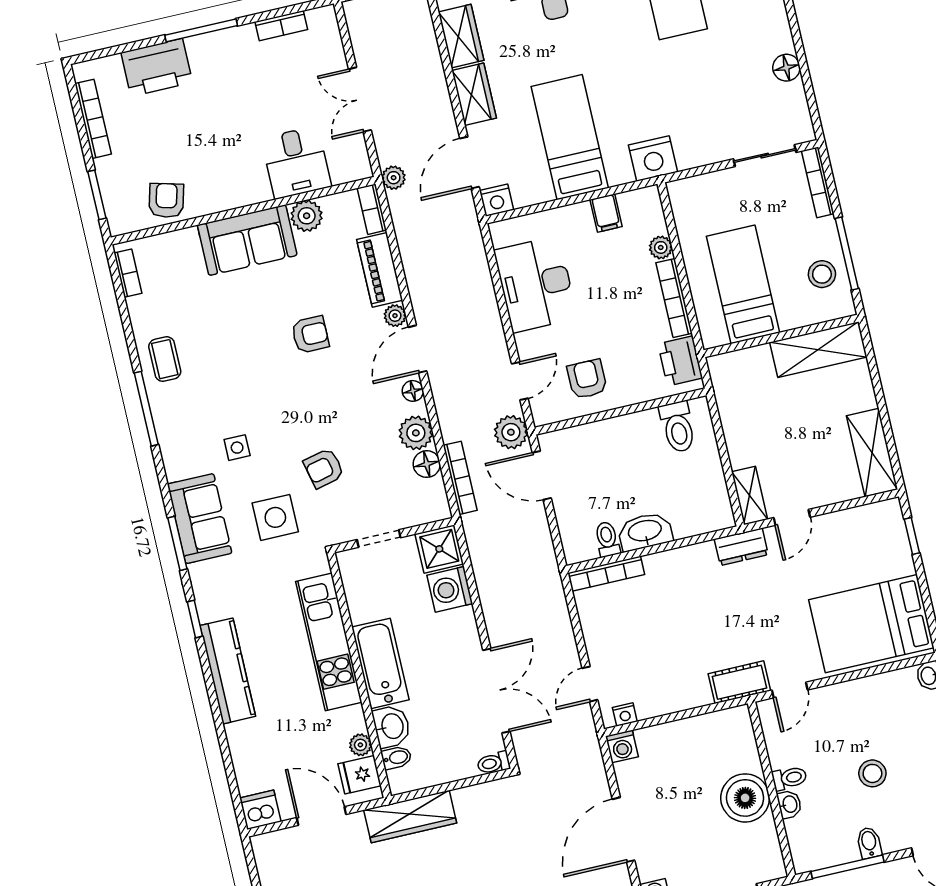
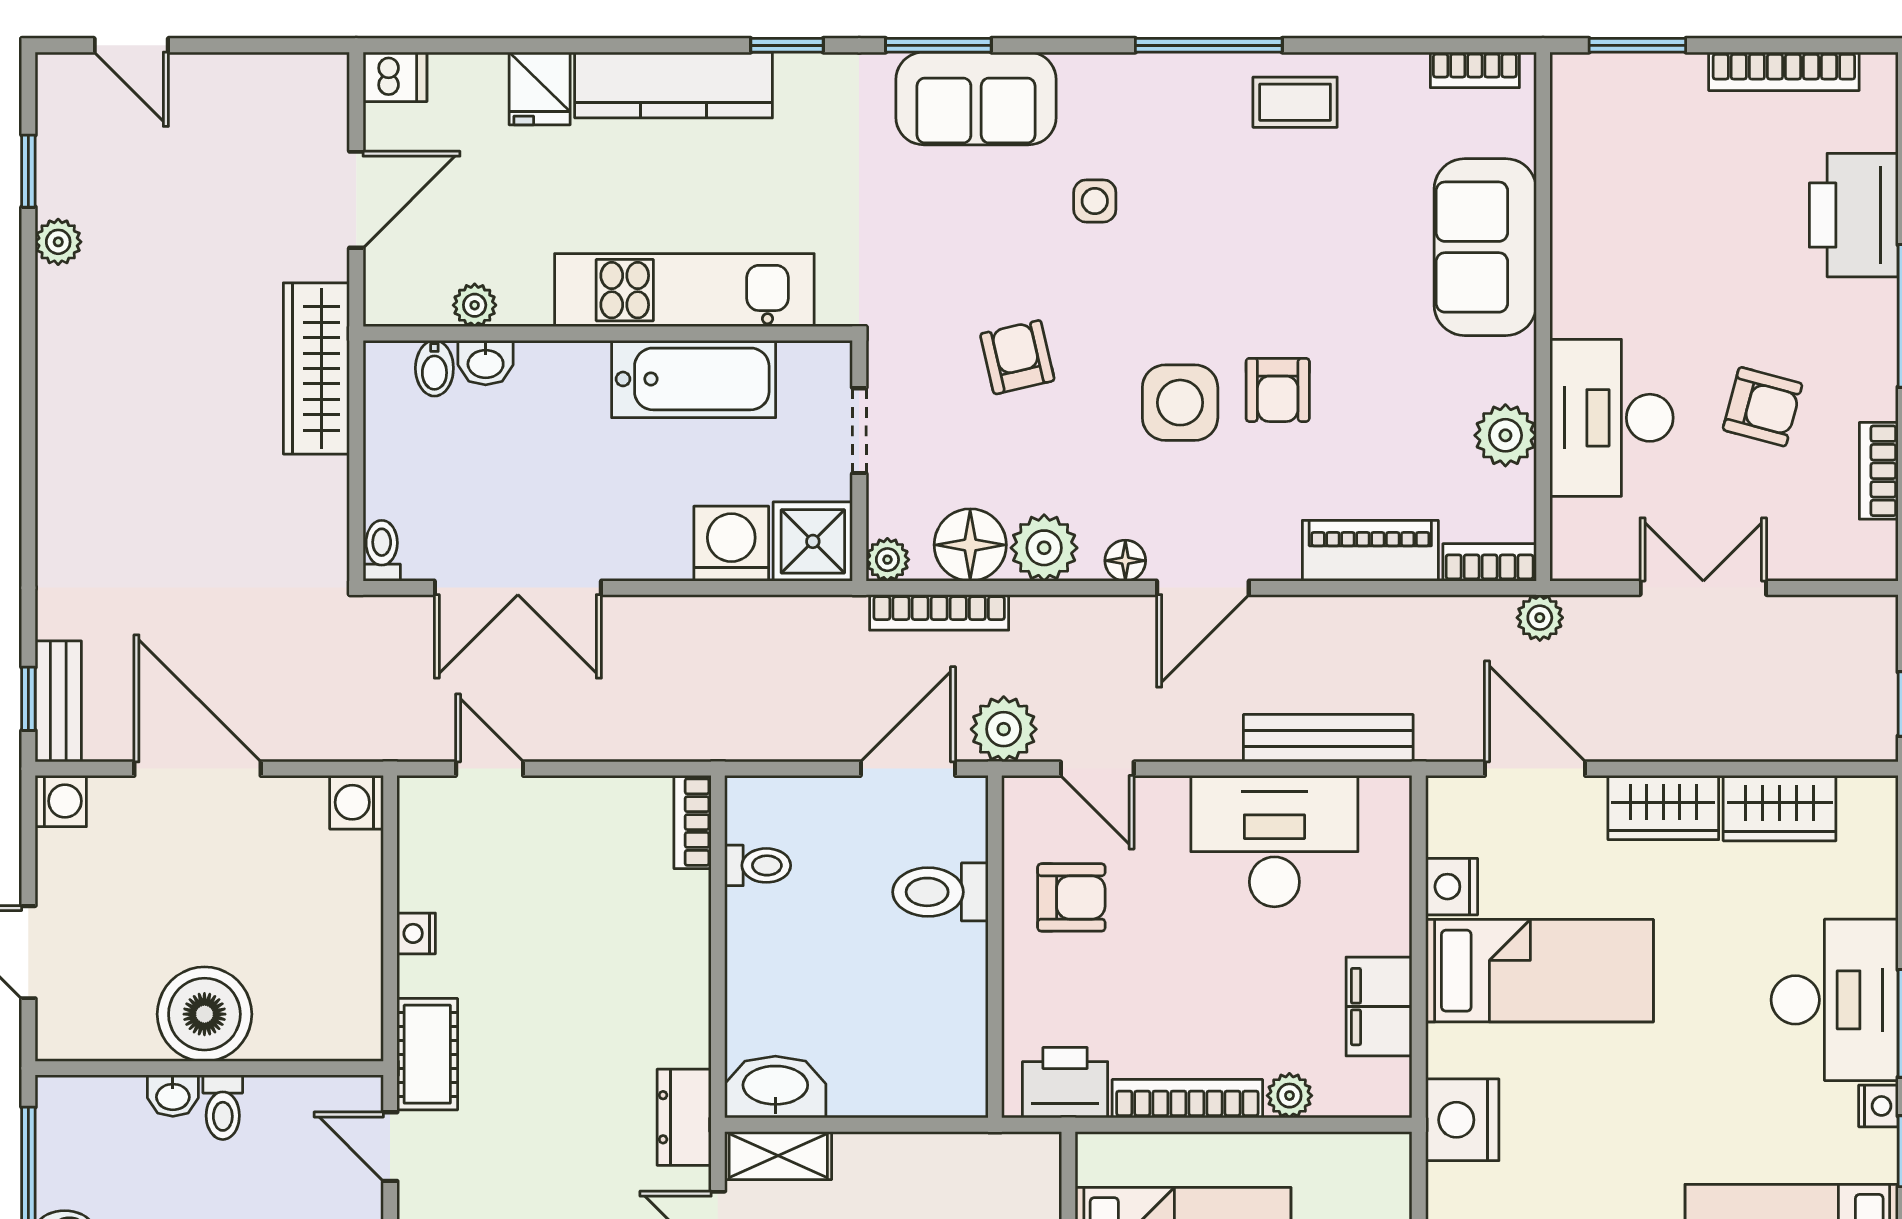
desk: (296, 162) -> (1612, 418), width x1.37
armchair: (166, 200) -> (1763, 407), moved
nightstand: (497, 200) -> (1452, 887), moved
filing cabinet: (606, 213) -> (1379, 1007), width x2.00
sofa: (247, 240) -> (1485, 247), moved
bench: (478, 269) -> (1328, 738), added
plant: (395, 316) -> (887, 560), moved
door: (418, 349) -> (1203, 588), swing flipped
toilet: (678, 427) -> (940, 892), moved
floor lamp: (427, 464) -> (970, 545), width x1.38, depth x1.38
side table: (275, 517) -> (1180, 403), moved
washbasin: (645, 531) -> (775, 1087), moved, turned -90
bookcase: (606, 574) -> (693, 822), width x0.64
bathtub: (380, 663) -> (694, 379), moved
nightstand: (625, 714) -> (416, 933), moved
washbasin: (392, 726) -> (486, 363), width x0.72, depth x0.69
fridge: (360, 775) -> (540, 88), moved, turned 180
dishwasher: (260, 810) -> (395, 77), width x0.73

